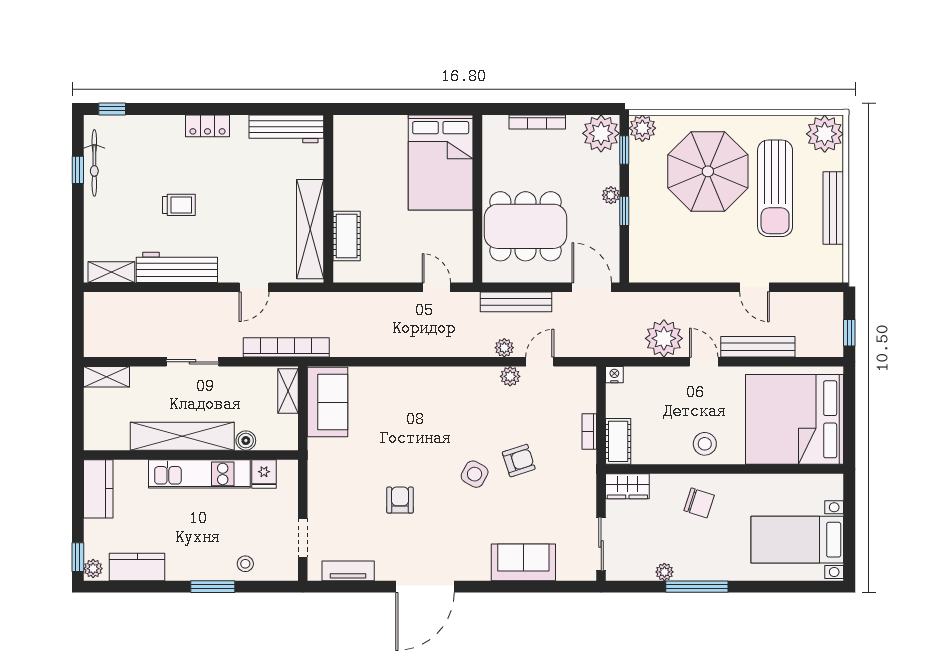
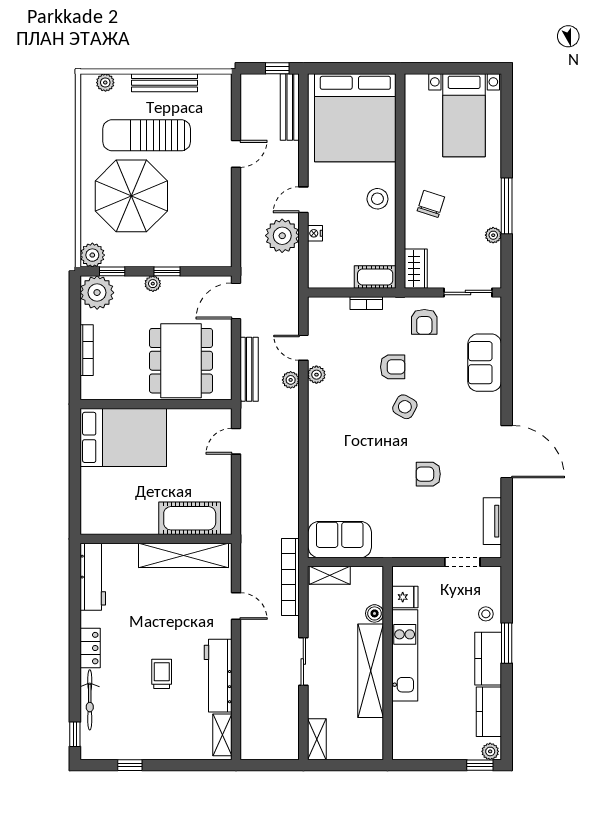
plant: (825, 134) -> (105, 83), width x0.53, depth x0.53
bicycle: (94, 163) -> (90, 700), moved, turned 90
sun lounger: (775, 188) -> (147, 135), turned 180
cot: (347, 236) -> (190, 518), width x1.37, depth x1.34
bench: (758, 347) -> (290, 107), moved
nightstand: (614, 375) -> (315, 233), moved
armchair: (519, 461) -> (393, 367), turned 108
kitchen counter: (98, 489) -> (488, 659), moved, turned -90
armchair: (568, 496) -> (424, 322), added

